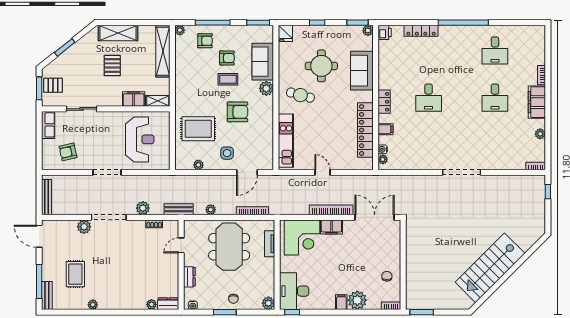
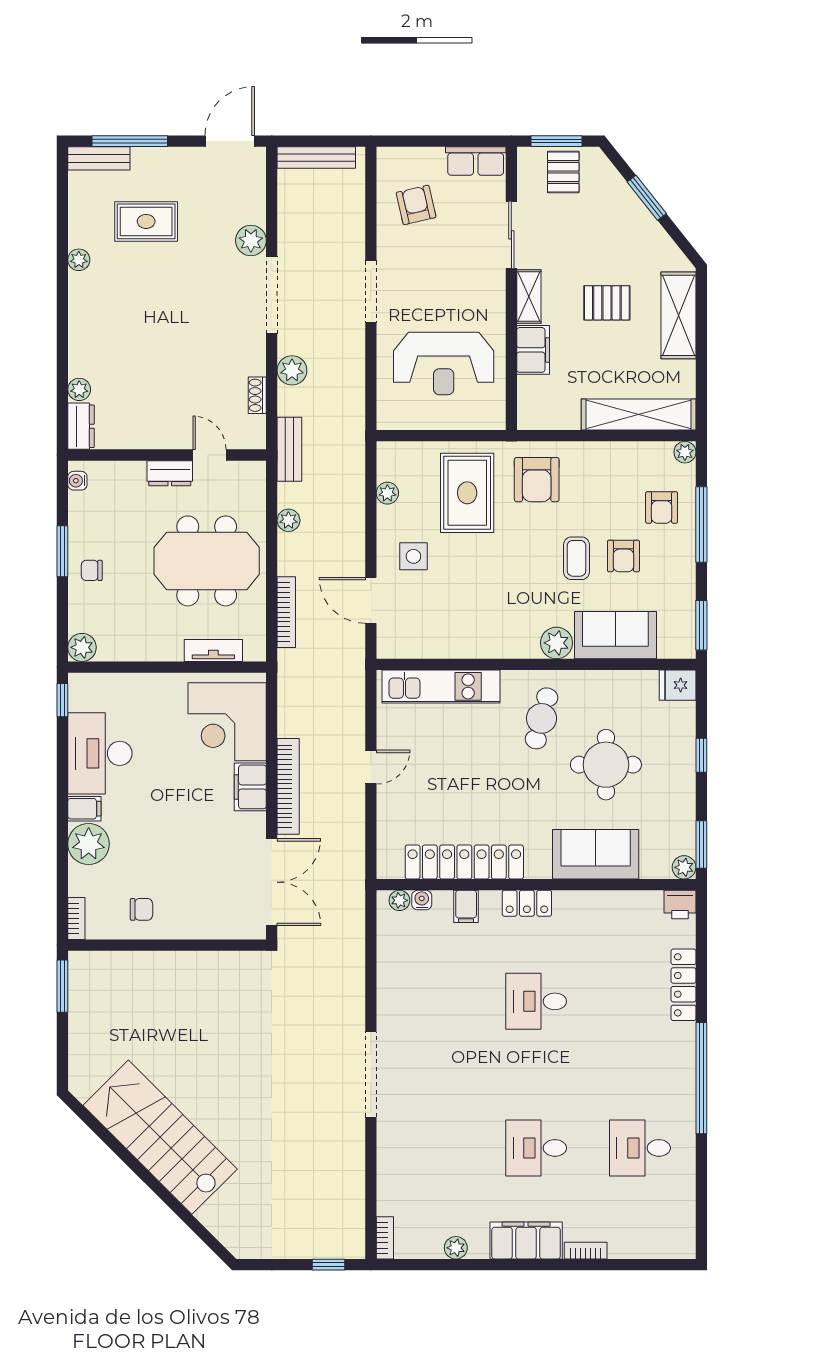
shelving: (158, 101) -> (529, 296), moved
armchair: (237, 112) -> (537, 480), moved
dresser: (189, 277) -> (170, 473), moved
desk: (294, 291) -> (100, 753), moved, turned -90

